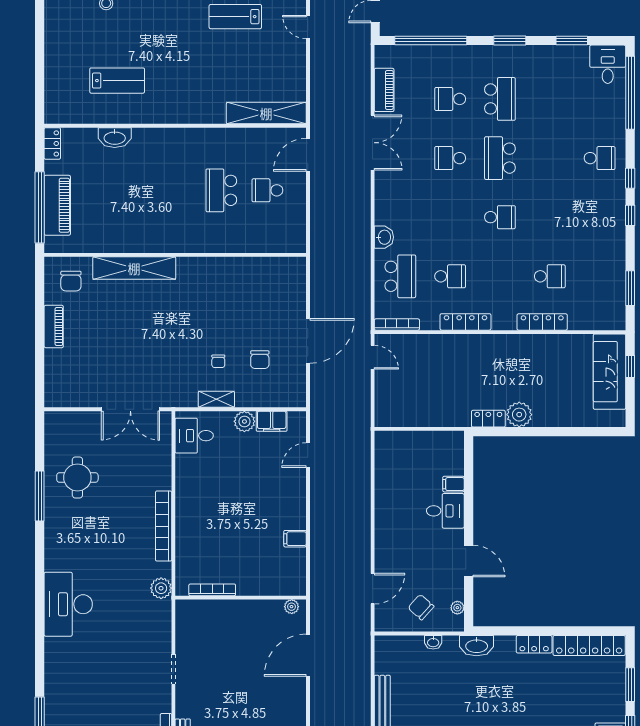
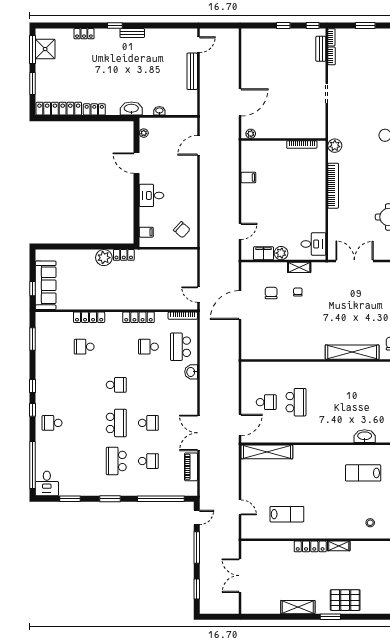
school desk: (500, 217) -> (116, 385), turned 180
filing cabinet: (453, 484) -> (146, 232), moved
chair: (421, 607) -> (182, 230), moved

